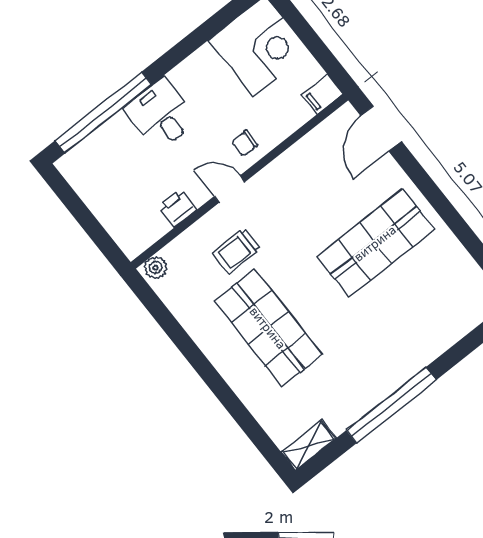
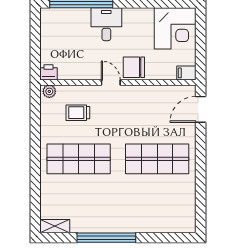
chair: (245, 143) -> (134, 67), width x1.87, depth x1.87
printer: (177, 208) -> (48, 72), moved
trolley: (237, 251) -> (78, 113), moved
shop shelf: (268, 328) -> (79, 159), turned 90

